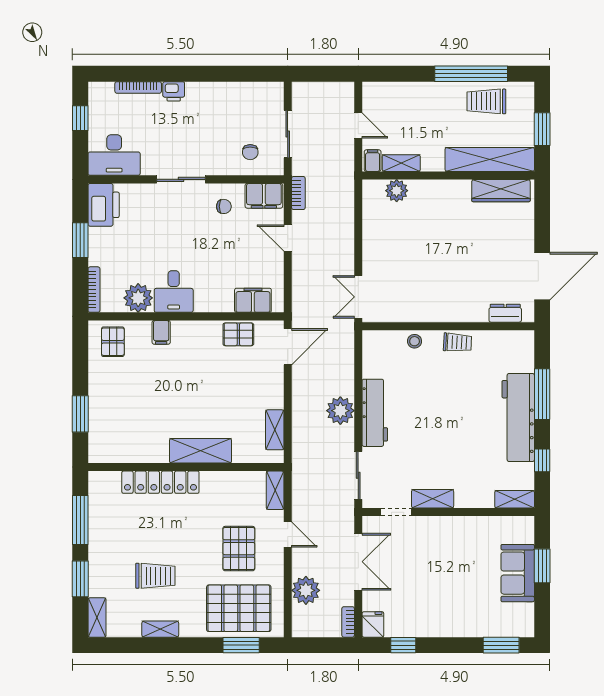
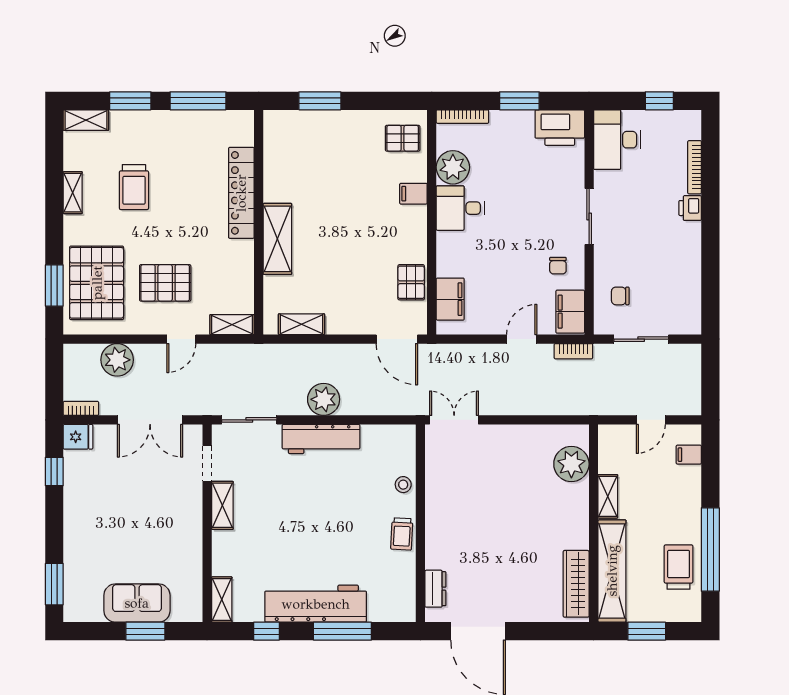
filing cabinet: (373, 161) -> (689, 455), moved, turned 180
shelving: (401, 163) -> (608, 496), moved
plant: (397, 191) -> (571, 464), width x1.36, depth x1.36

